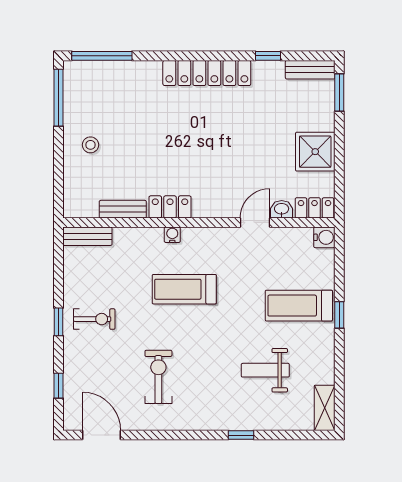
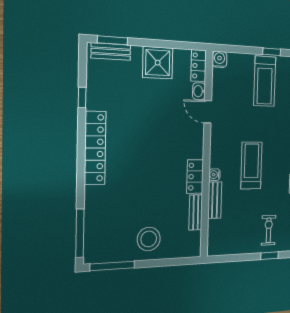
bench: (310, 70) -> (111, 52), moved, turned 90
stool: (90, 145) -> (149, 239), width x1.89, depth x1.89
bench: (87, 236) -> (215, 200), moved
treadmill: (184, 289) -> (251, 165), turned 180

